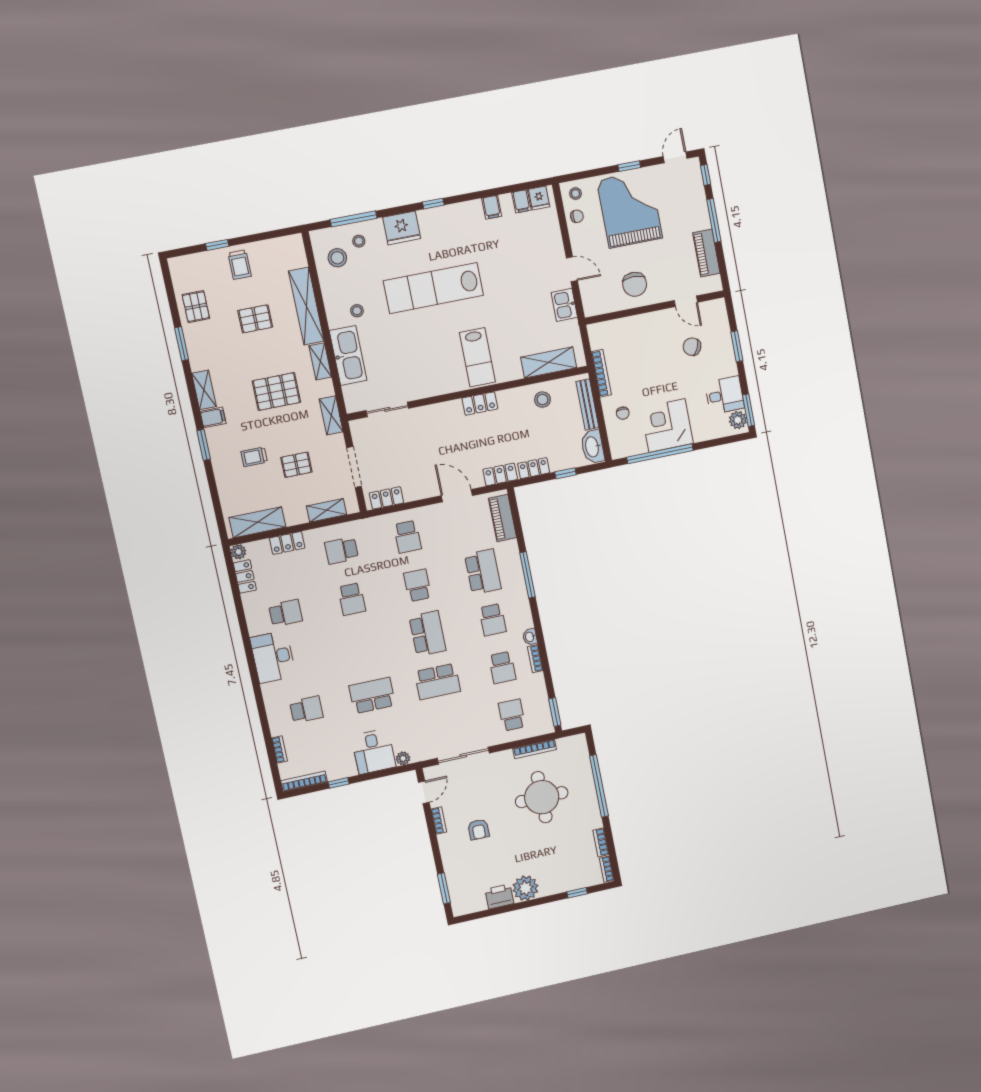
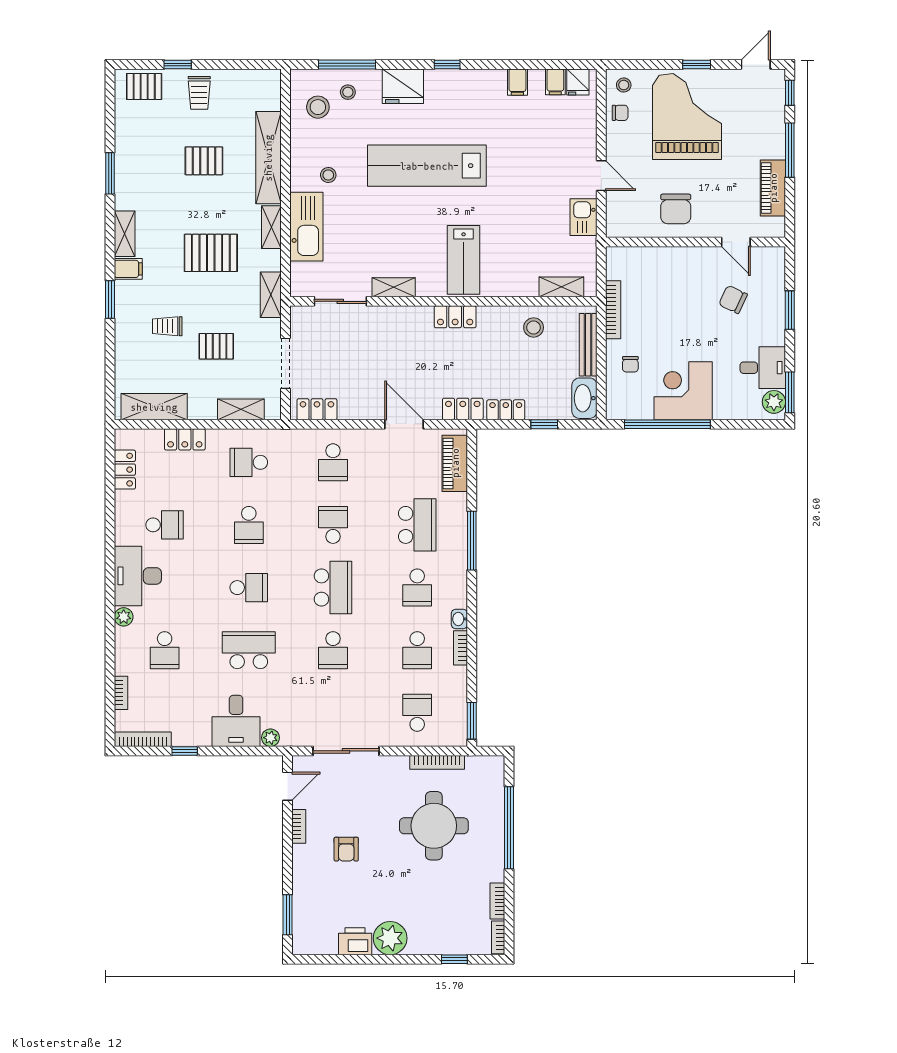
pallet: (196, 307) -> (144, 86), moved, turned 90
shelving: (549, 362) -> (561, 287), width x0.67, depth x0.75
shelving: (427, 390) -> (394, 287), added
plant: (238, 552) -> (124, 617), moved
school desk: (362, 647) -> (249, 588), added
school desk: (437, 681) -> (333, 650), width x0.54
school desk: (306, 710) -> (165, 650), turned 90

